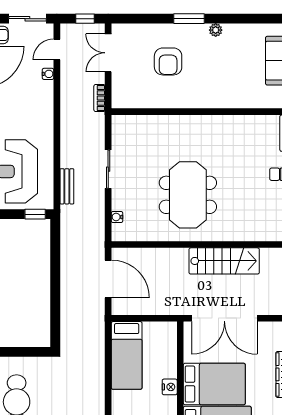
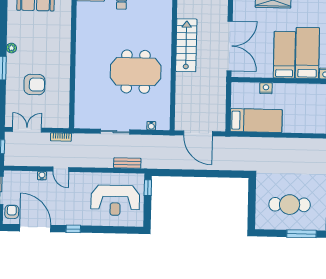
door: (57, 49) -> (61, 169), moved
double door: (108, 53) -> (27, 130), swing flipped
door: (108, 279) -> (198, 133), swing flipped
bed: (214, 384) -> (284, 55), width x0.67
nightstand: (170, 387) -> (266, 88), moved

